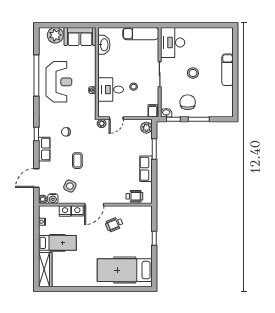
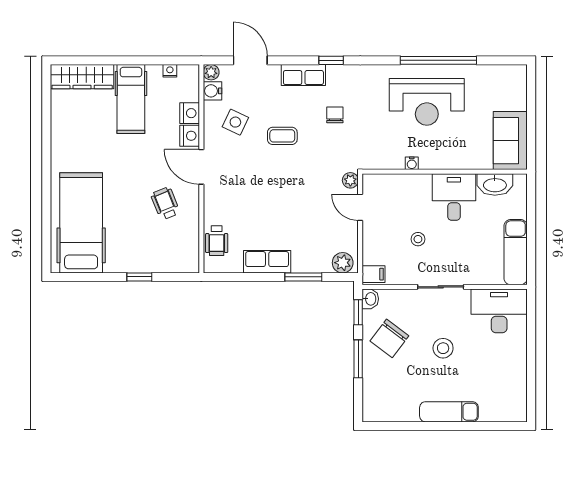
plant: (55, 35) -> (513, 95), removed
desk: (111, 90) -> (454, 197), moved
chair: (188, 102) -> (389, 338), turned 127

